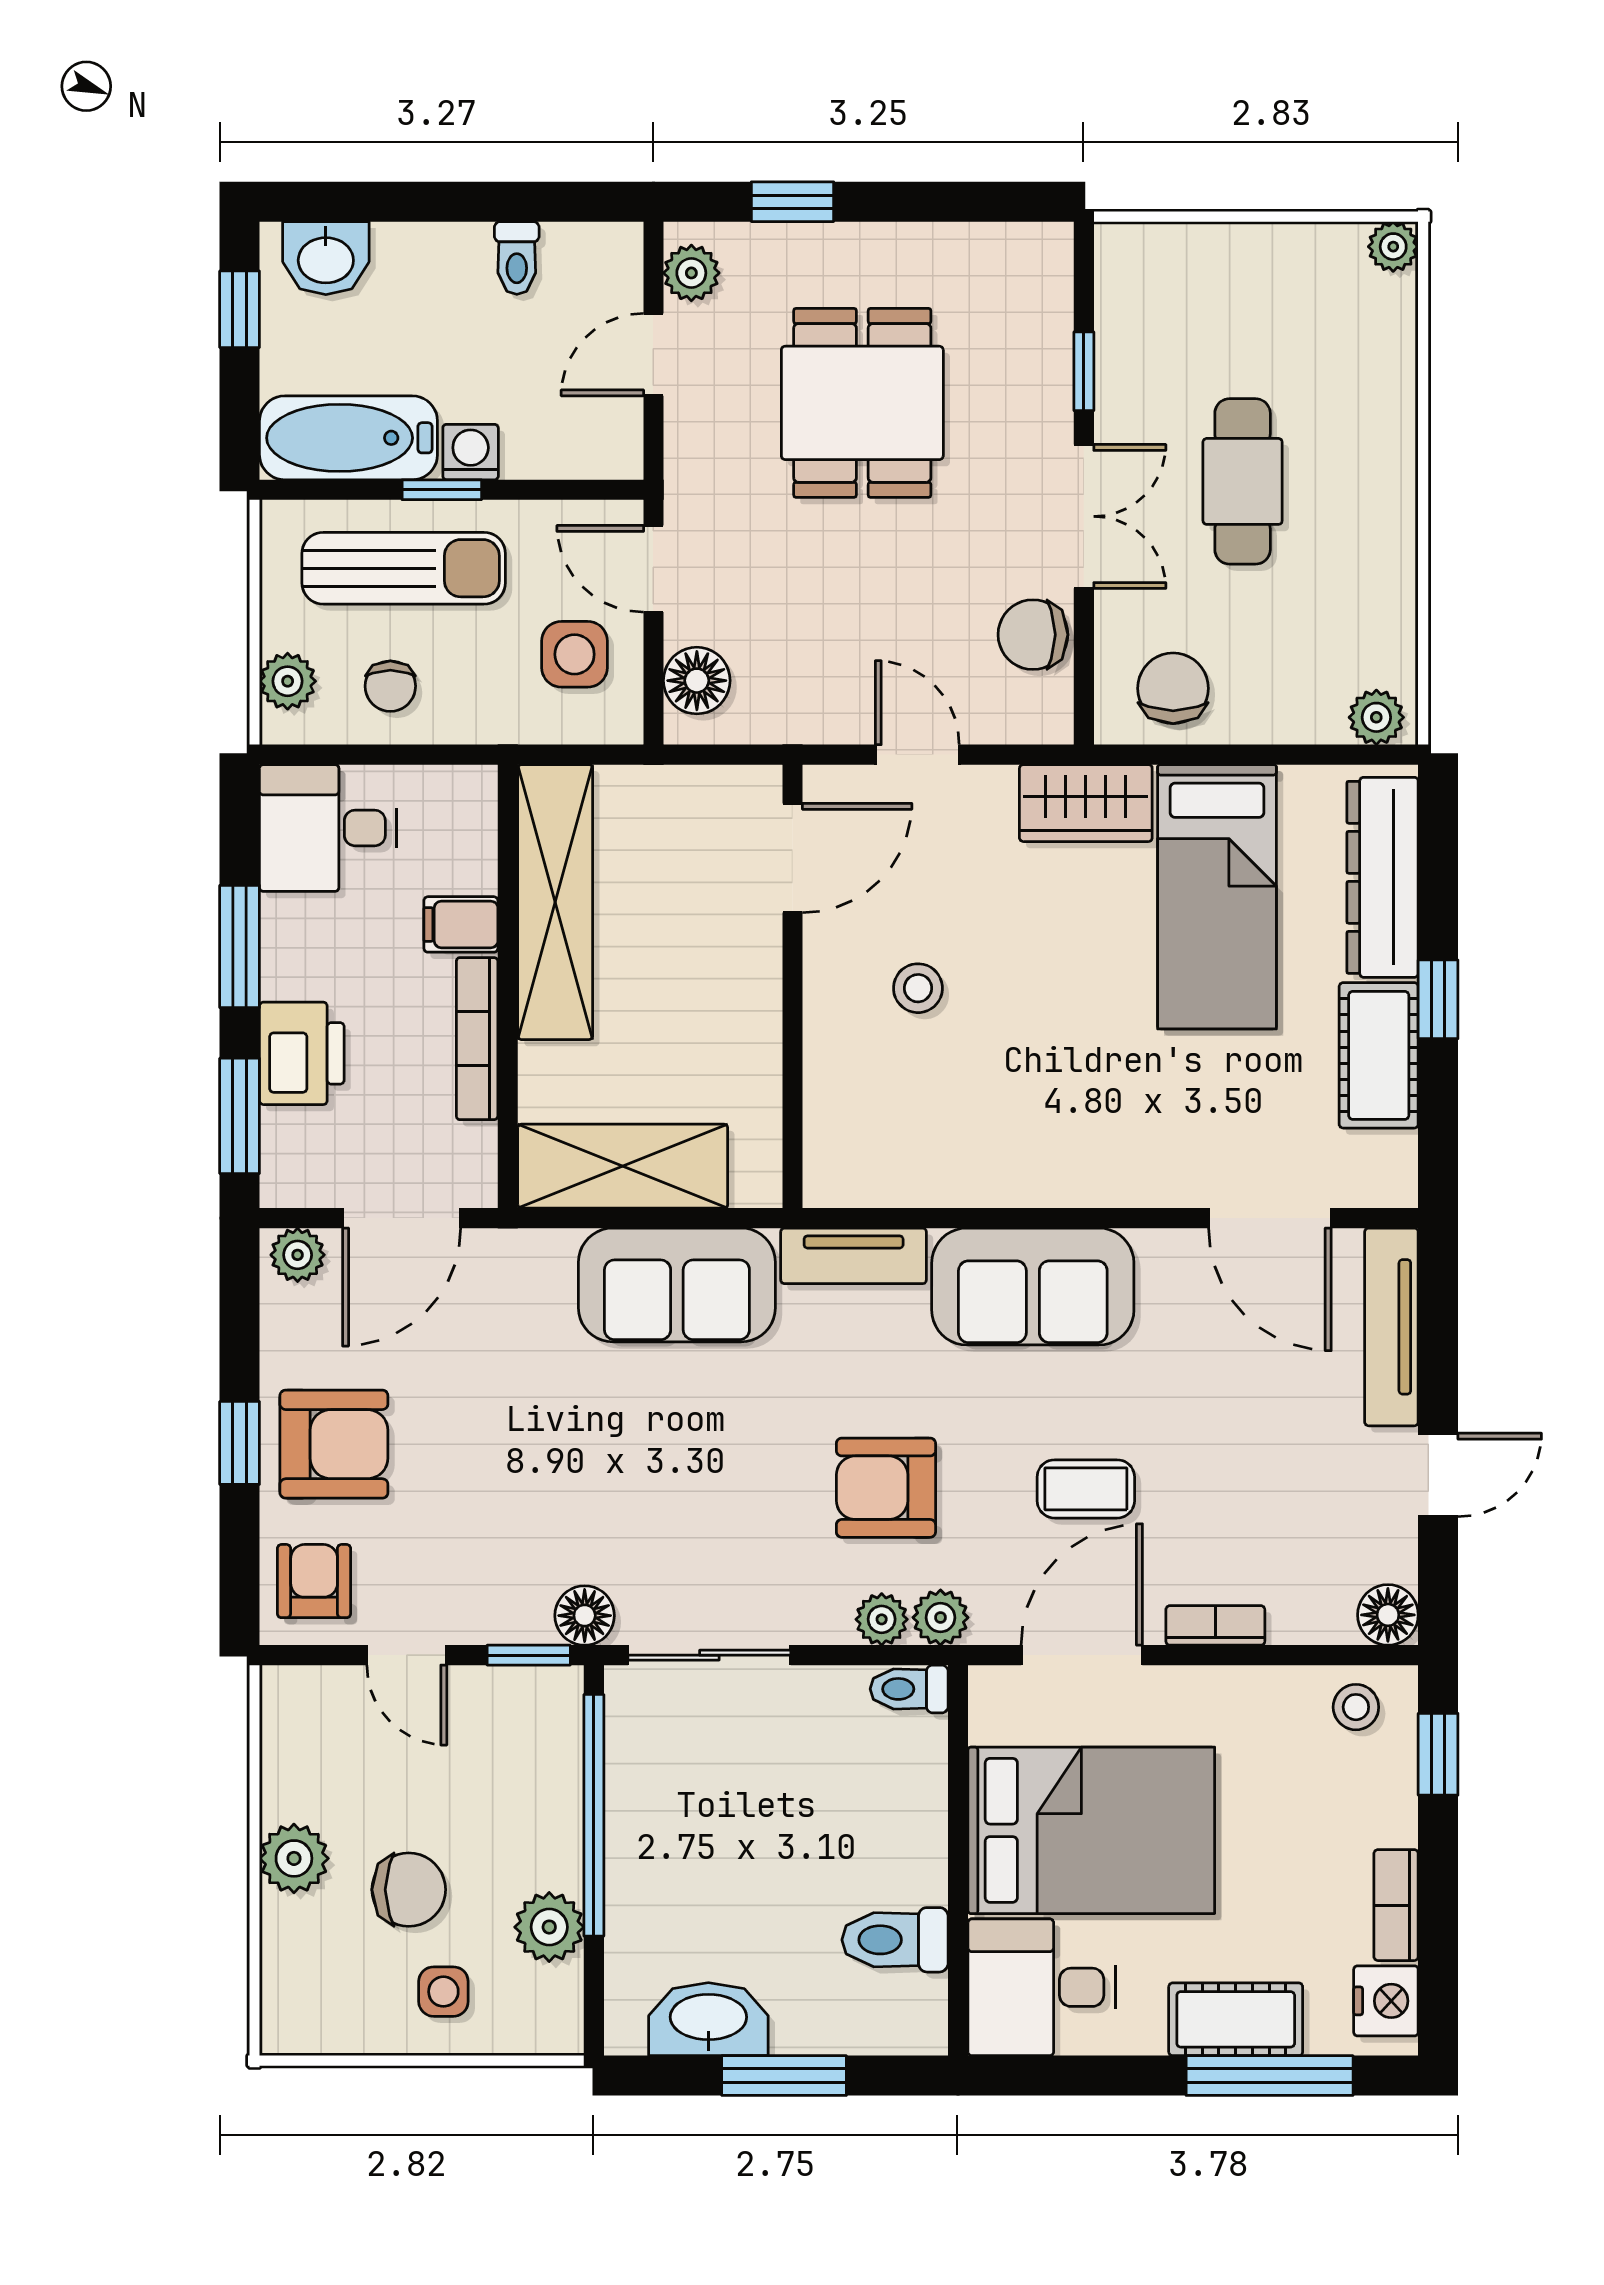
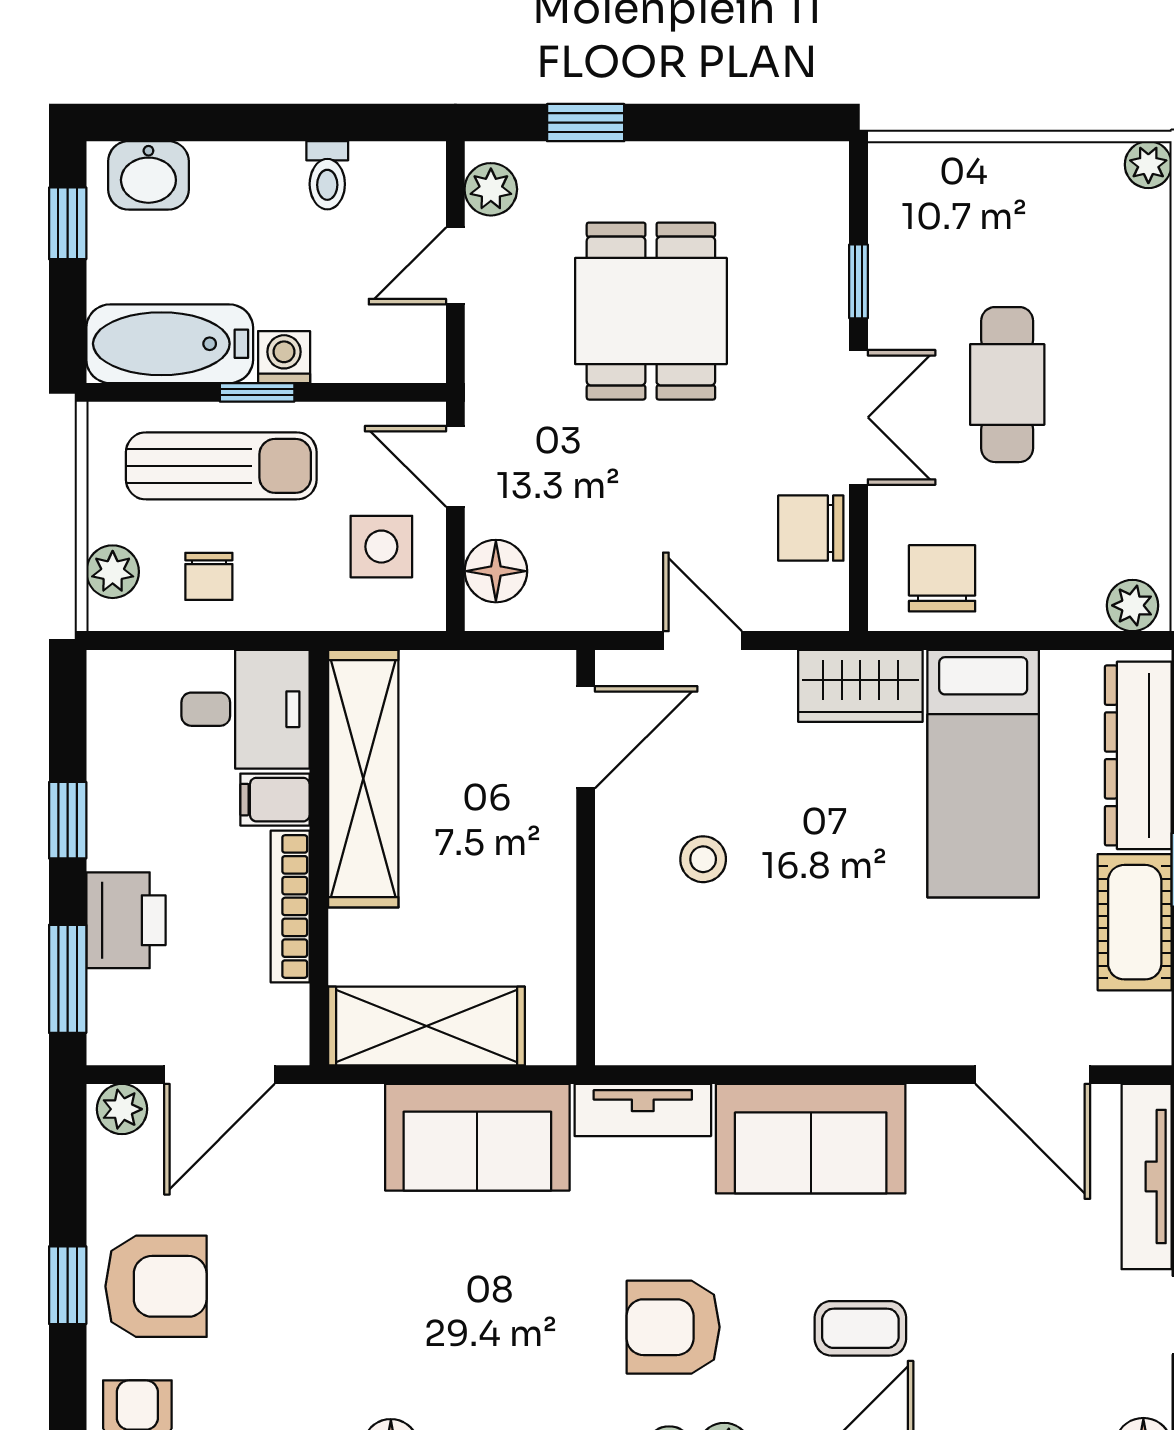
desk: (328, 828) -> (245, 709), moved, turned 180
window: (240, 946) -> (68, 820), width x0.67

